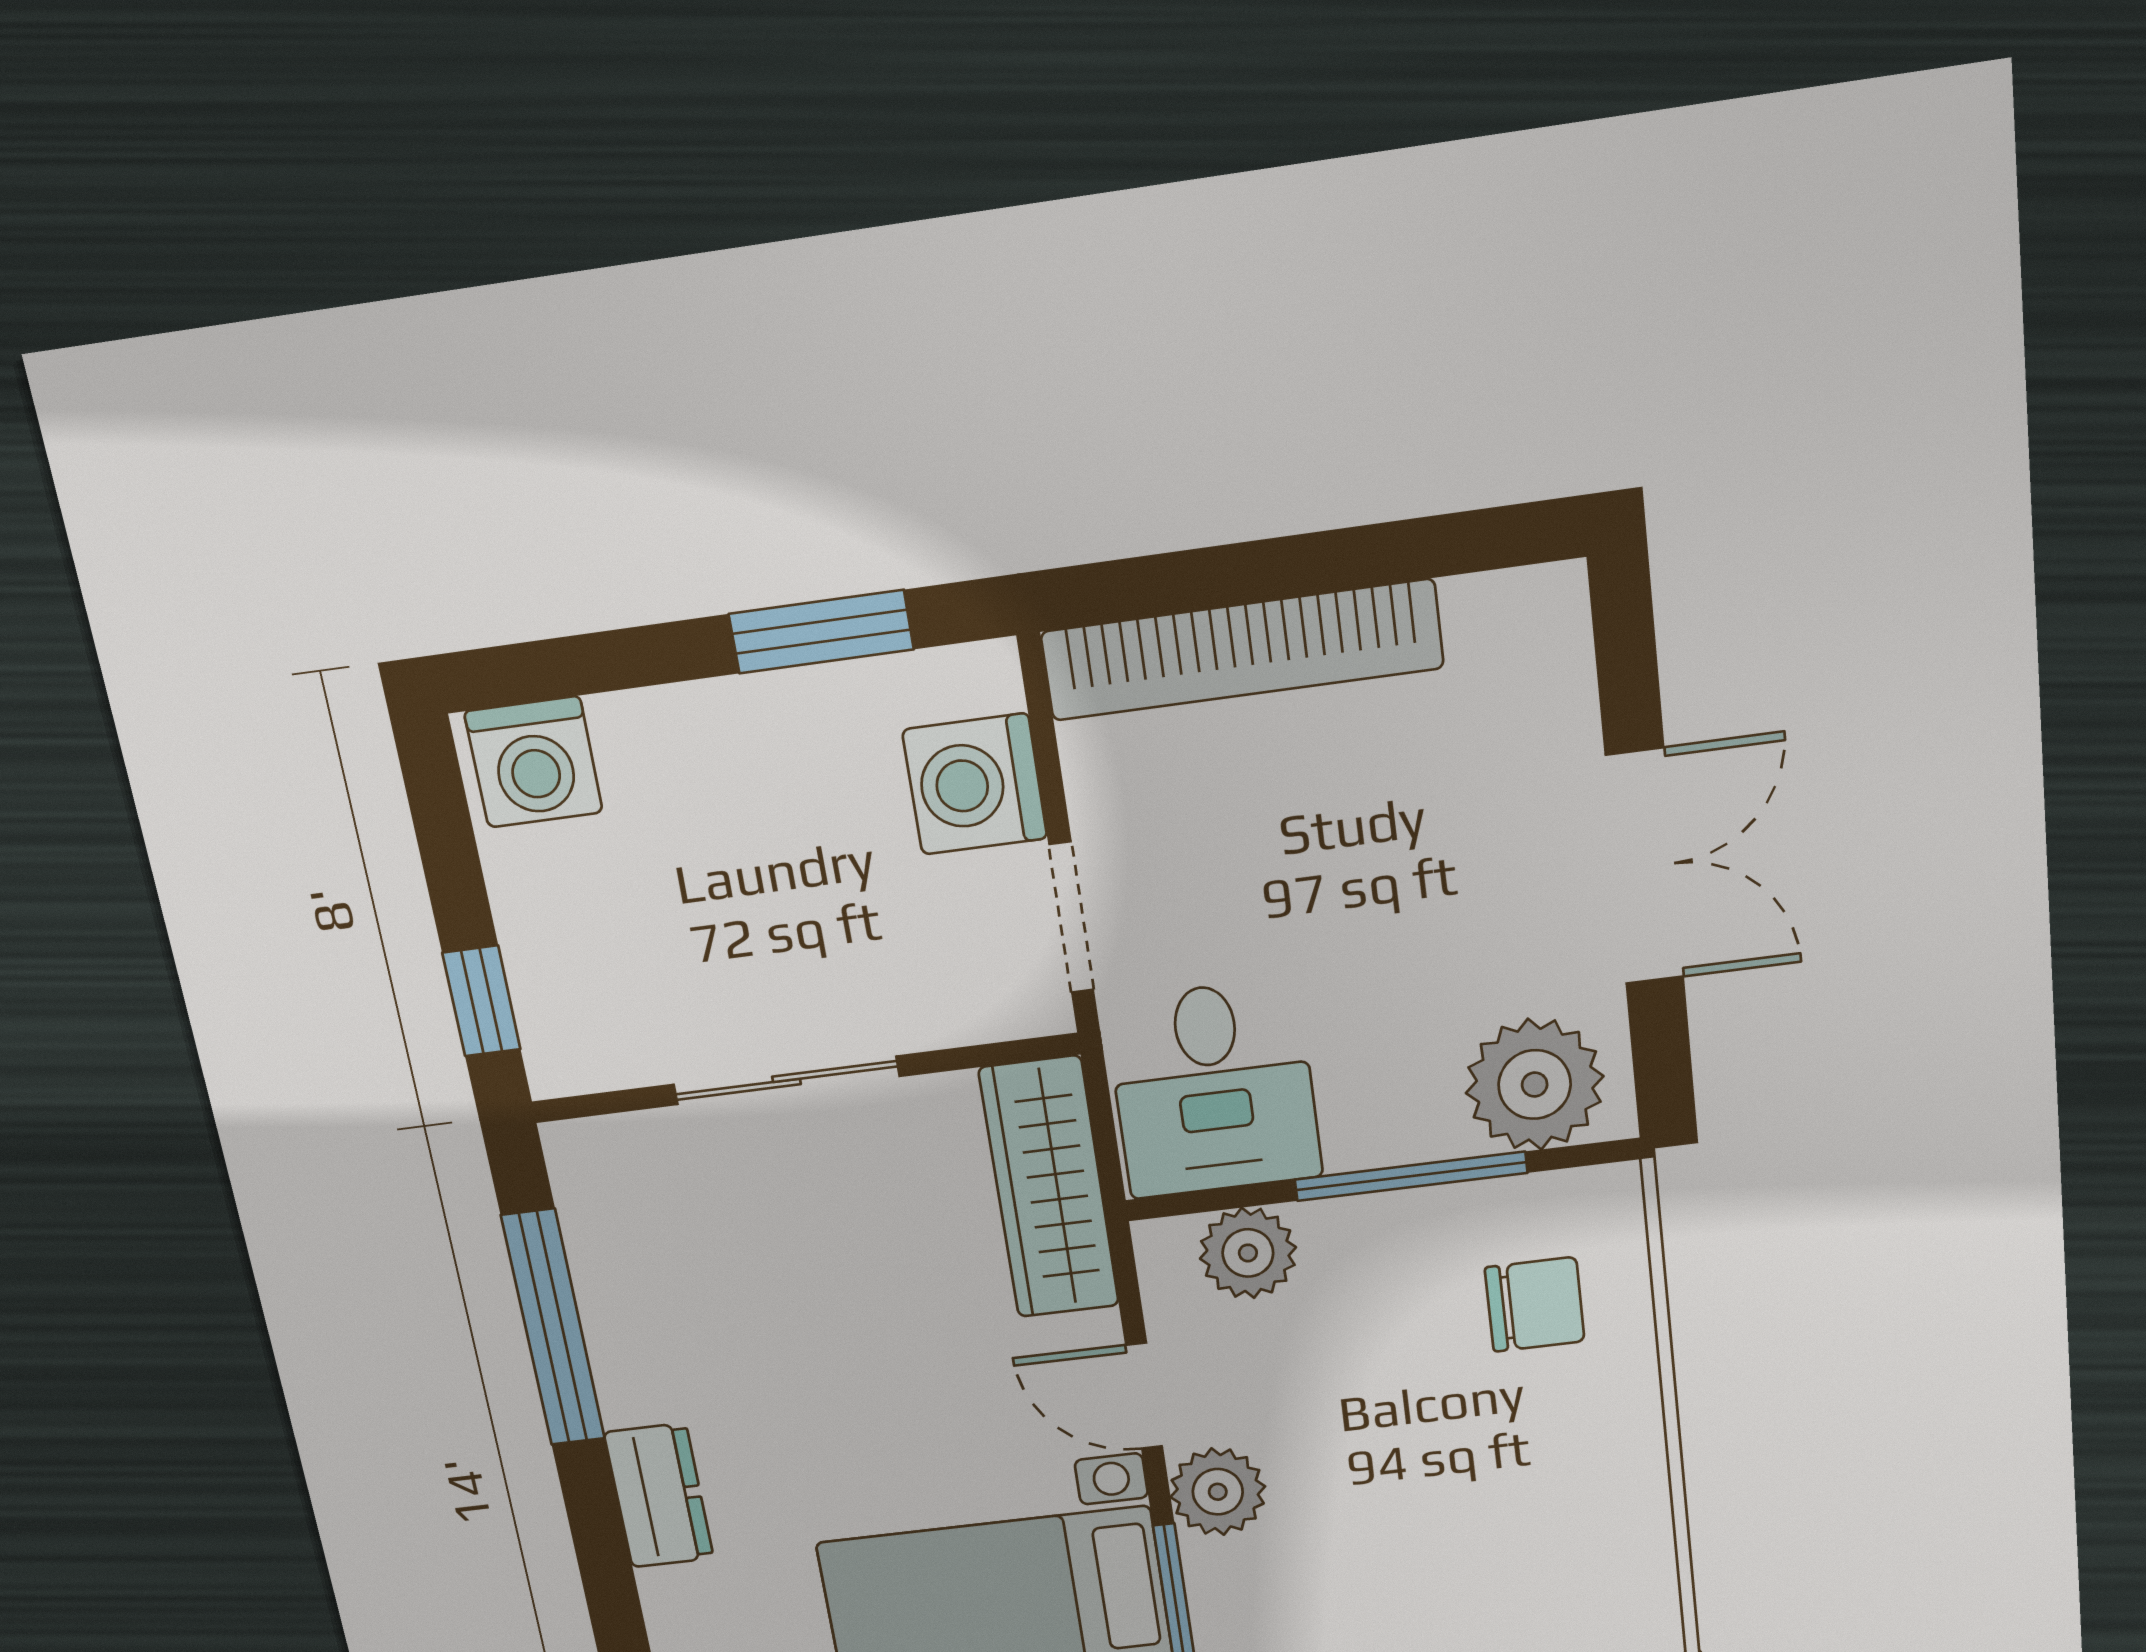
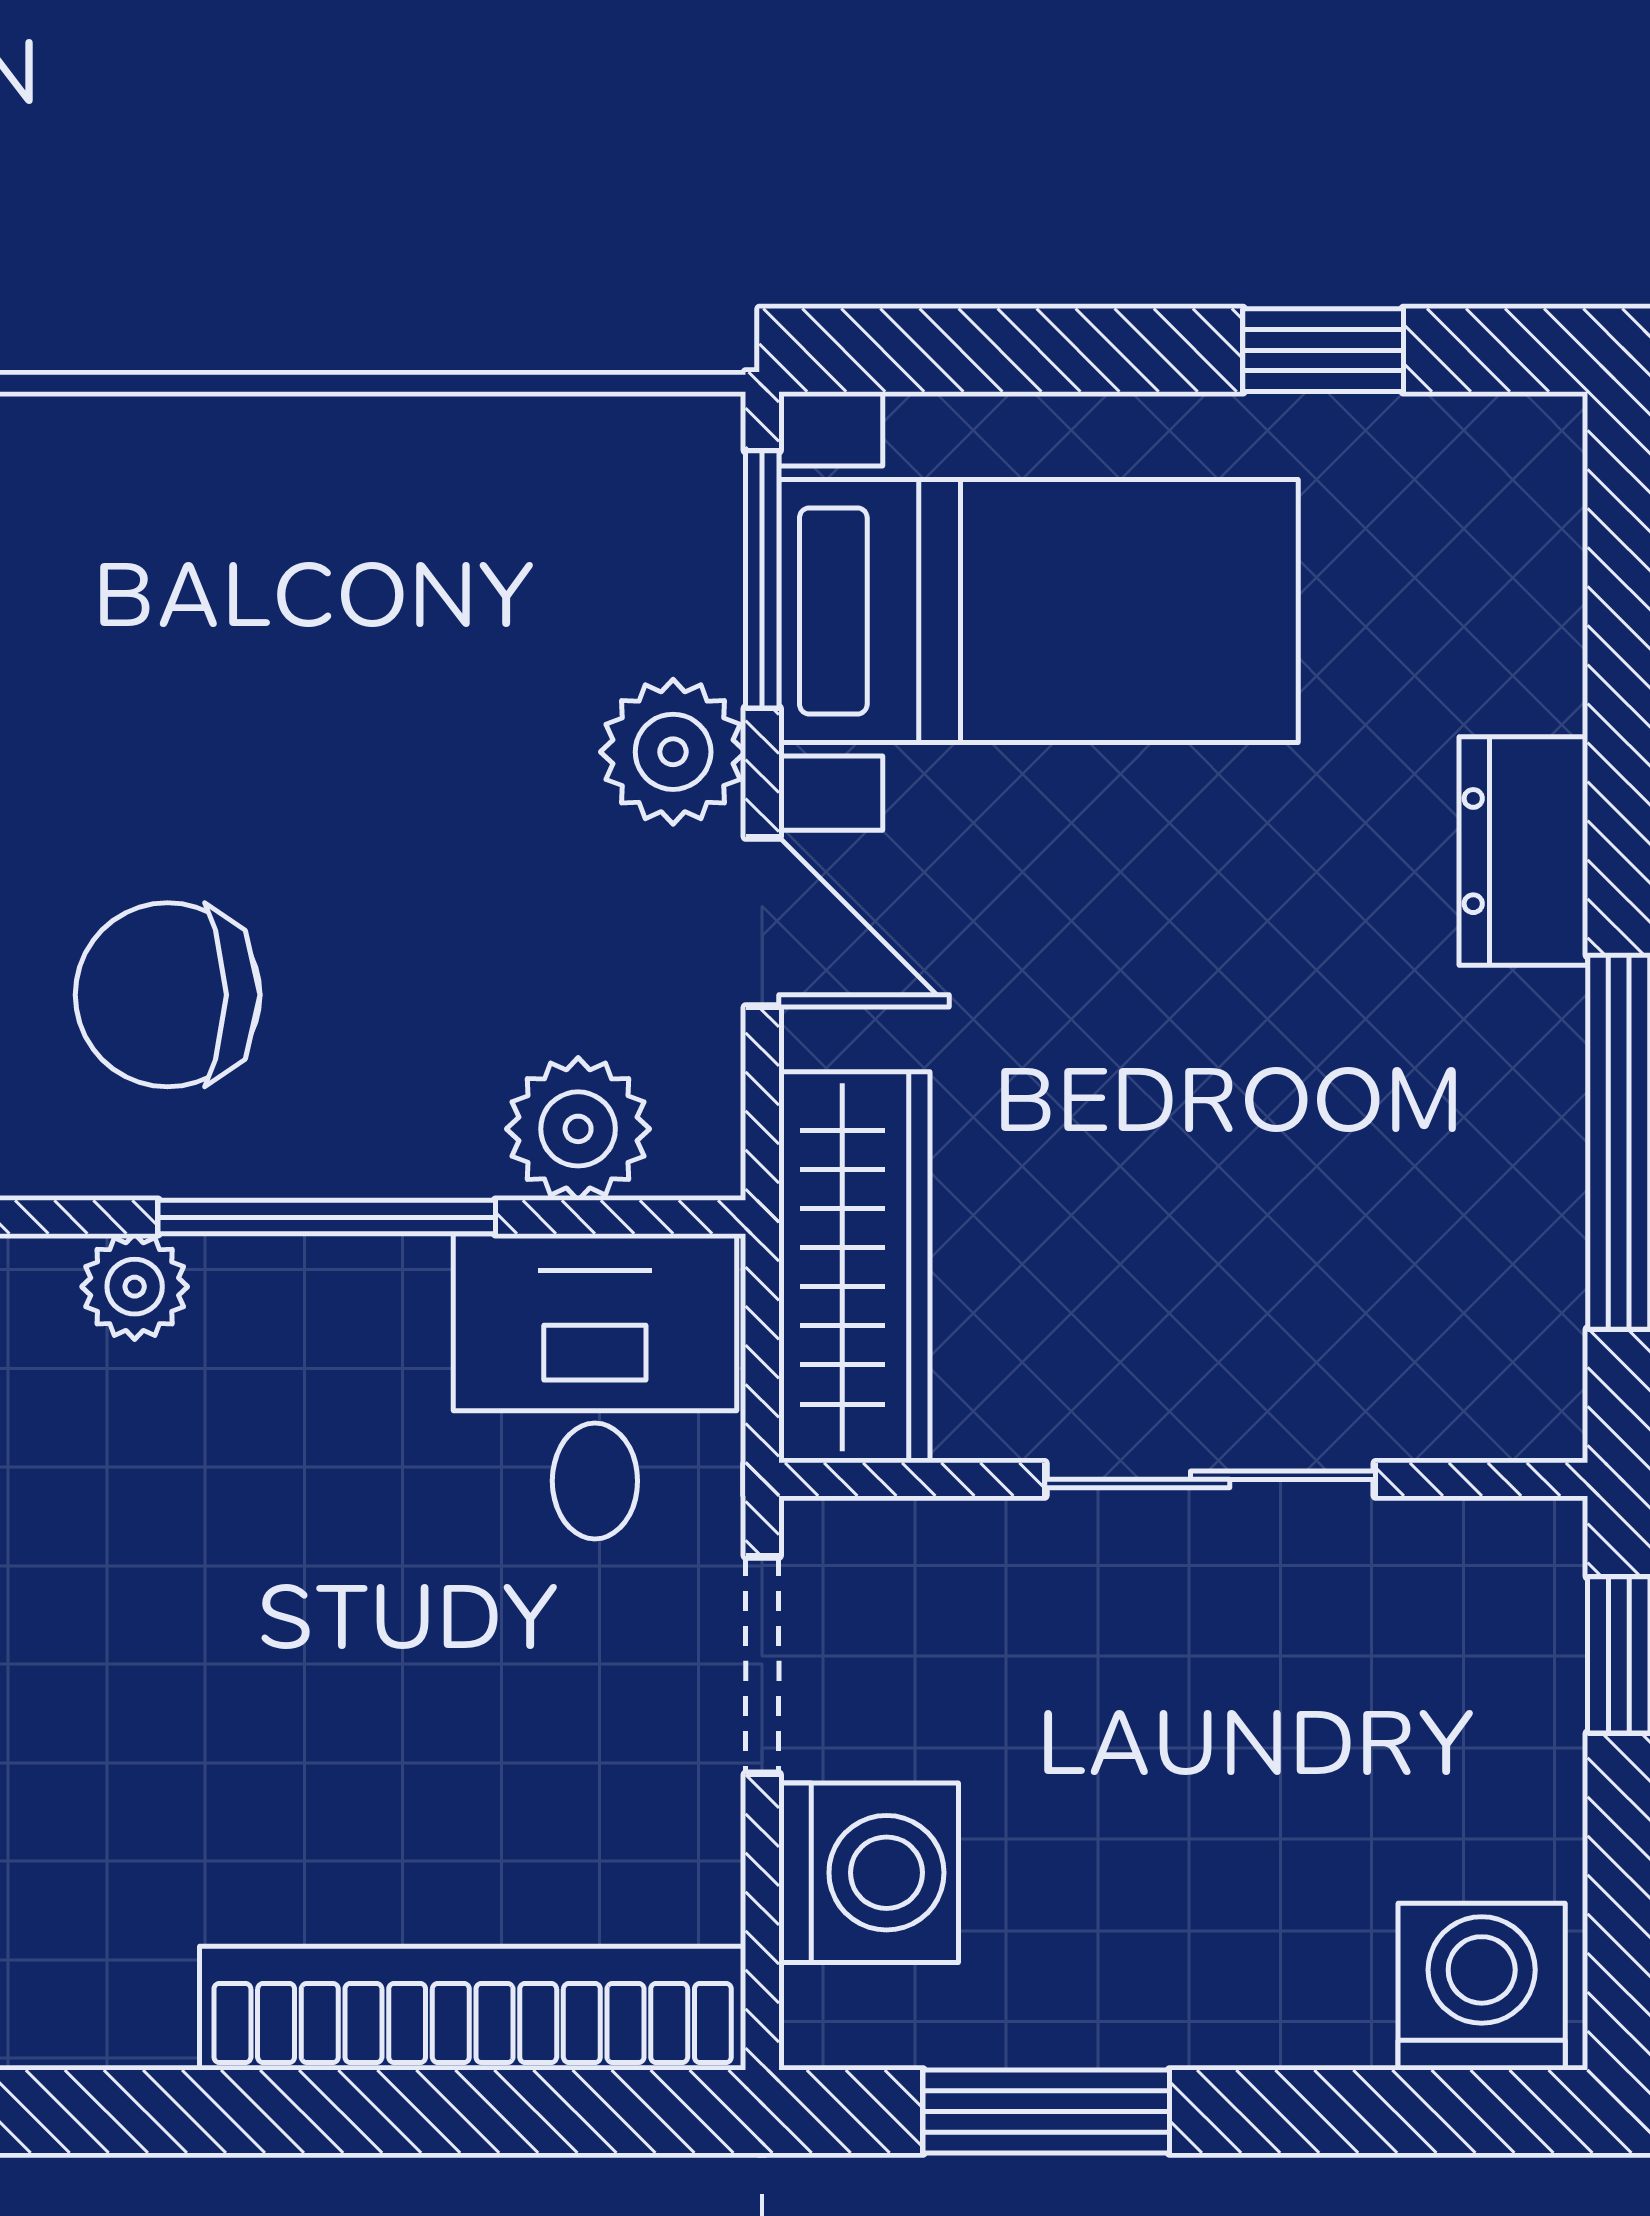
plant: (1535, 1085) -> (135, 1287), width x0.53, depth x0.53
chair: (1535, 1304) -> (168, 995), width x1.37, depth x1.37

